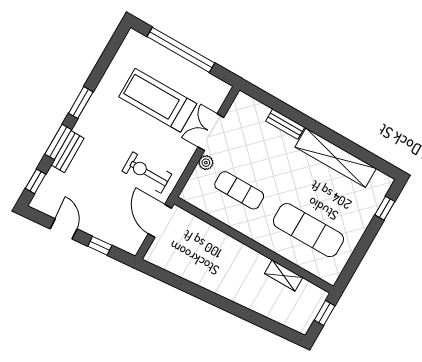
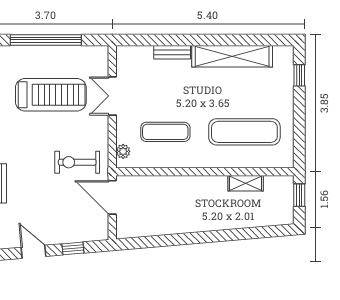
treadmill: (158, 100) -> (51, 95), turned 180
plant: (206, 163) -> (123, 151), moved

